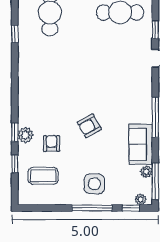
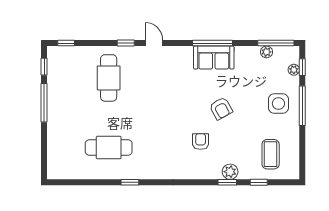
armchair: (51, 143) -> (201, 142), moved, turned 90
sofa: (141, 144) -> (214, 58), moved
plant: (141, 199) -> (294, 70), moved

